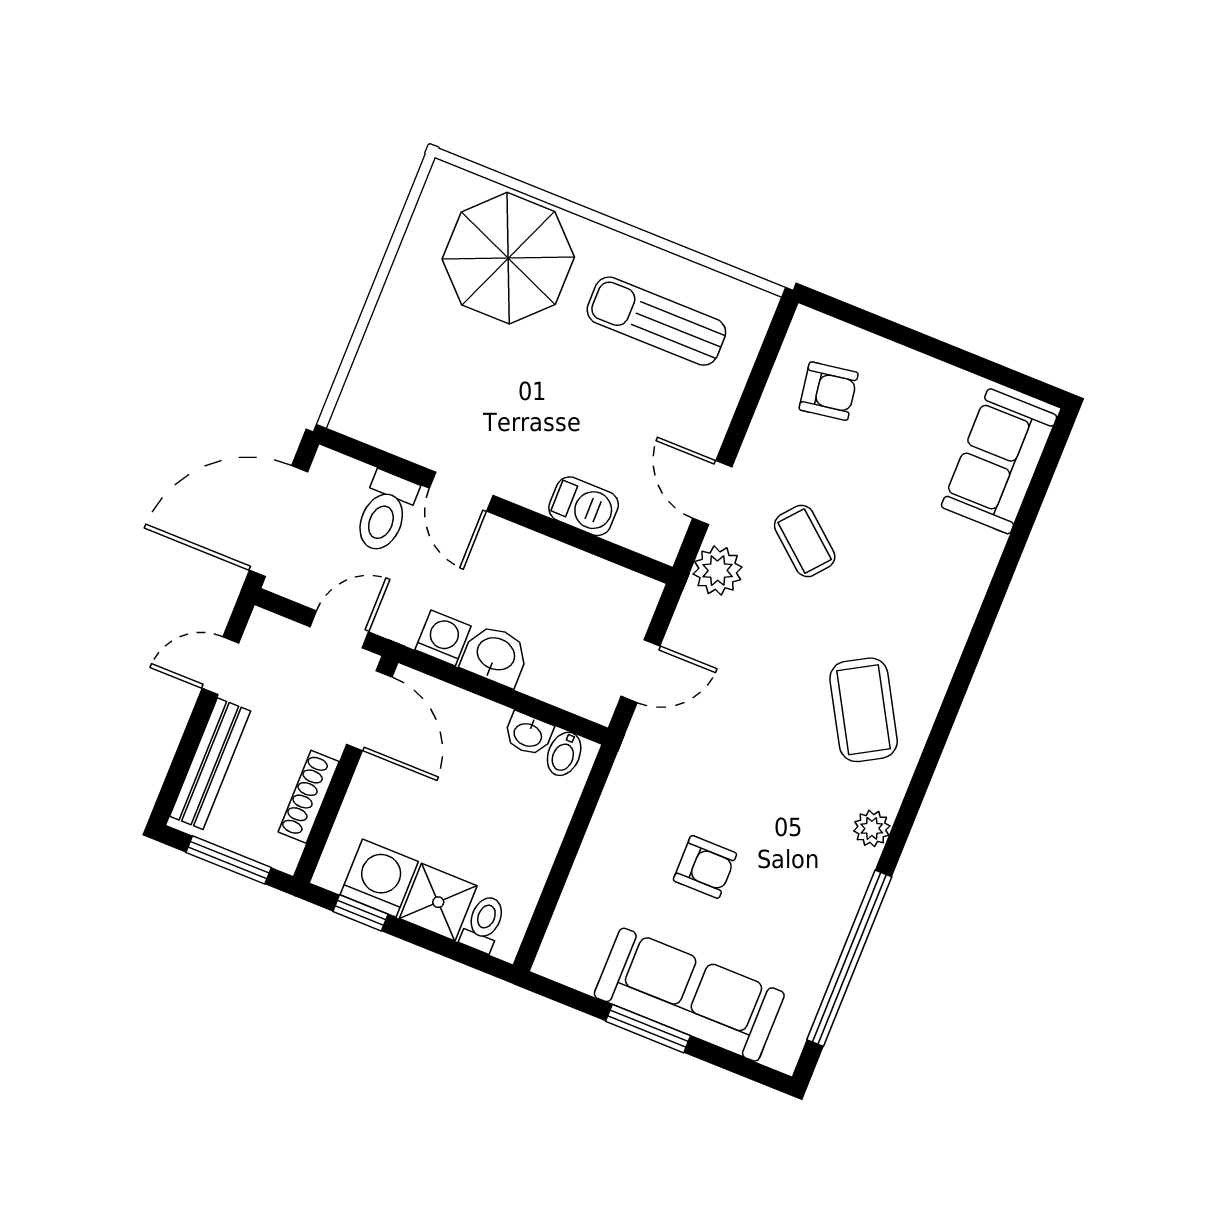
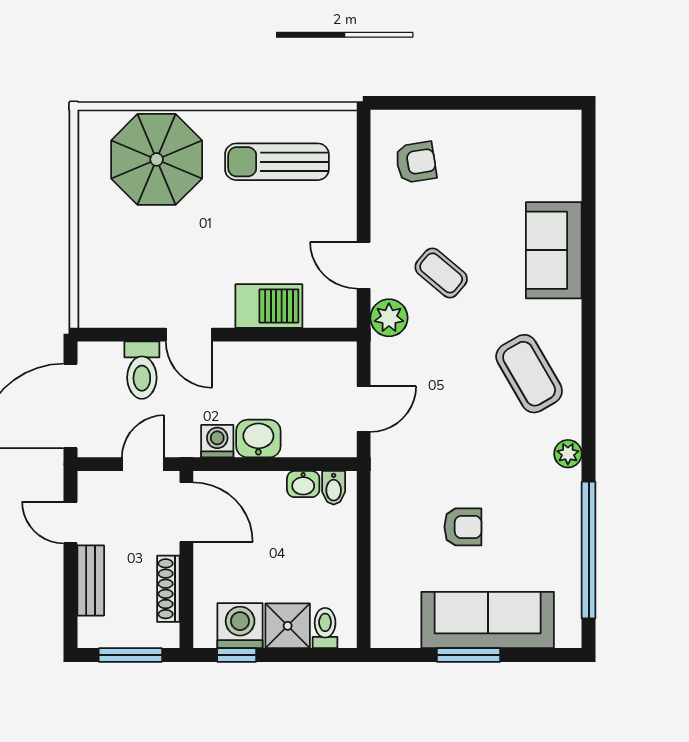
sofa: (999, 461) -> (554, 250), moved
barbecue: (584, 506) -> (269, 306), width x1.38, depth x1.27
door: (220, 666) -> (70, 523), hinge flipped
bench: (210, 764) -> (91, 581), width x0.73

